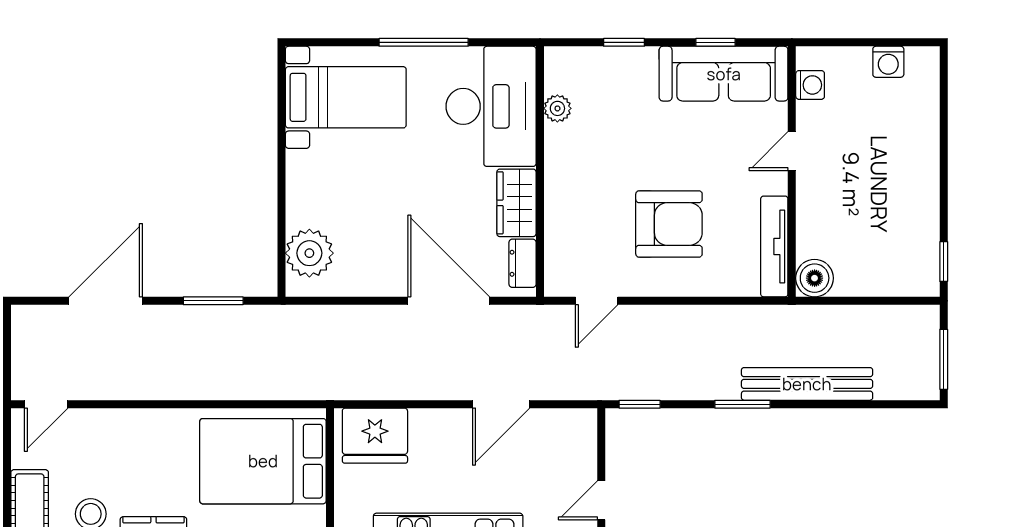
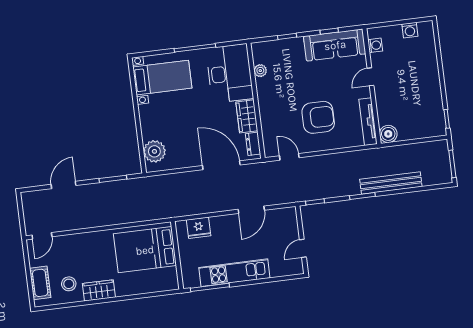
door: (106, 301) -> (63, 185), width x0.73
door: (597, 301) -> (289, 157), swing flipped
fridge: (375, 436) -> (199, 228), width x0.73, depth x0.75

